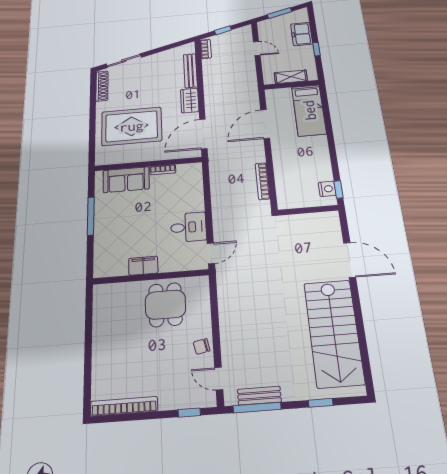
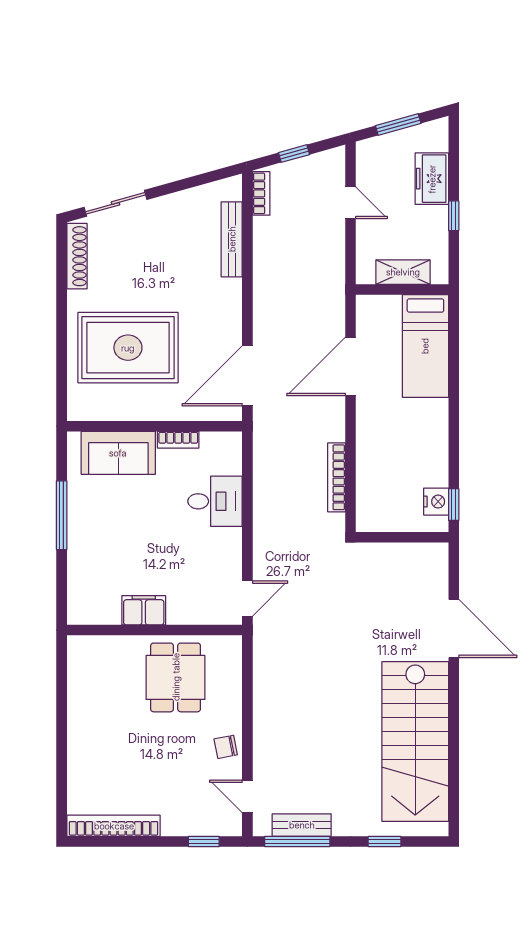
wardrobe: (190, 101) -> (228, 304), removed
desk: (188, 227) -> (215, 501), moved

